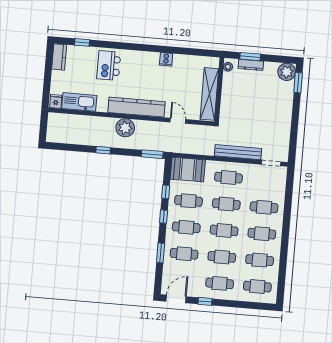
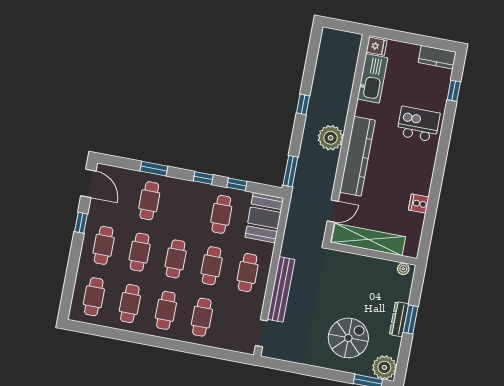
plant: (228, 67) -> (403, 269), moved
wall: (219, 90) -> (373, 254), moved
shelving: (209, 94) -> (369, 240), moved
spiral stairs: (268, 100) -> (348, 338), added
cafe table: (186, 227) -> (185, 208), removed

